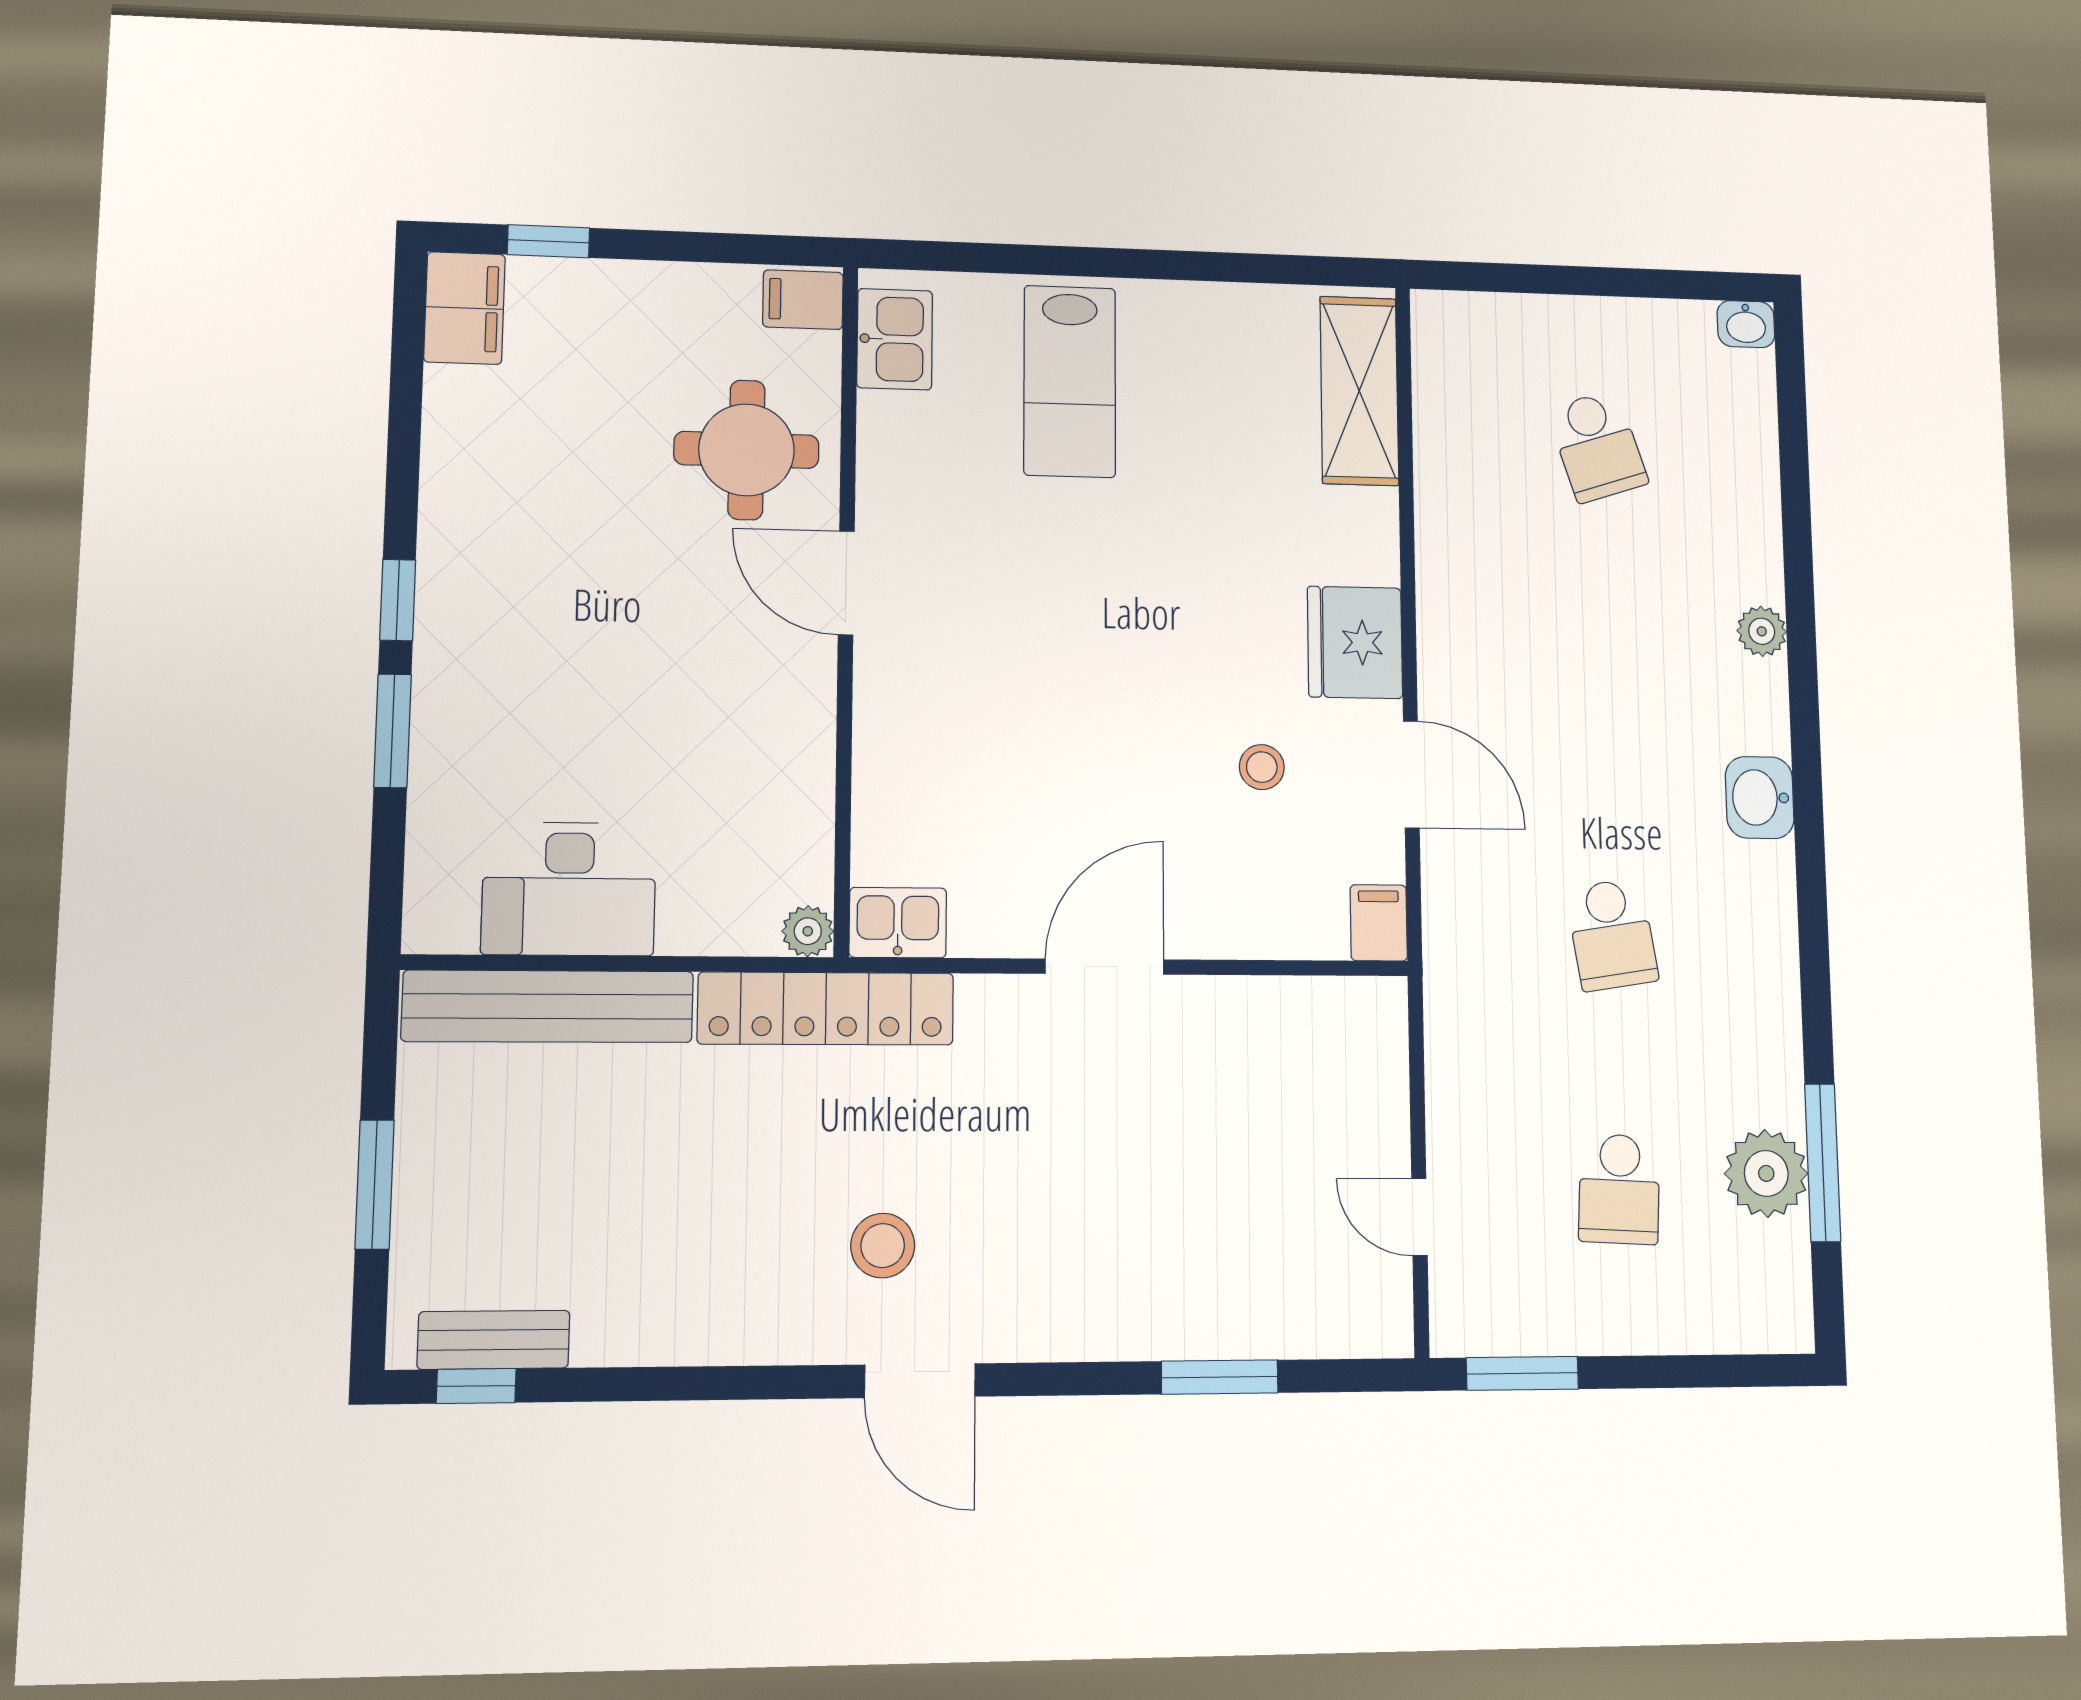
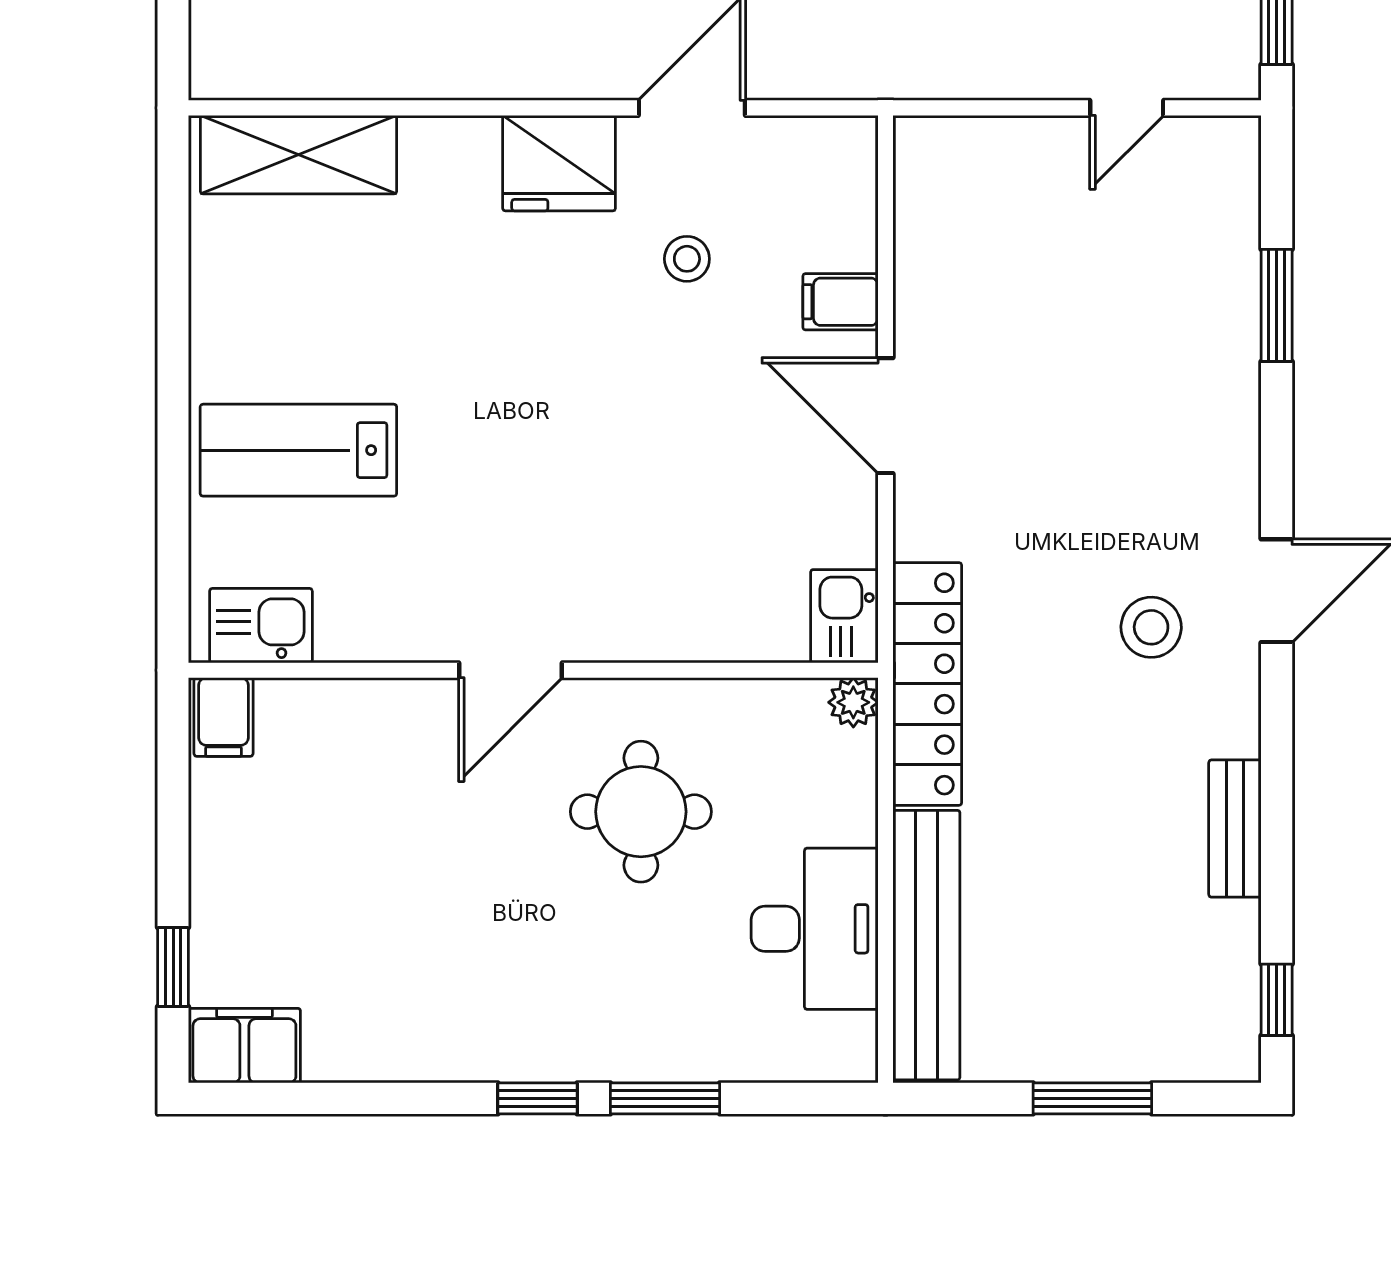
lab bench: (1070, 381) -> (298, 450), turned 180
round table: (746, 450) -> (641, 812), moved
filing cabinet: (1379, 923) -> (840, 302), moved
bench: (494, 1340) -> (1235, 829), moved

